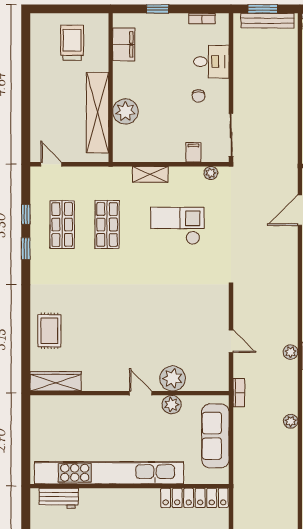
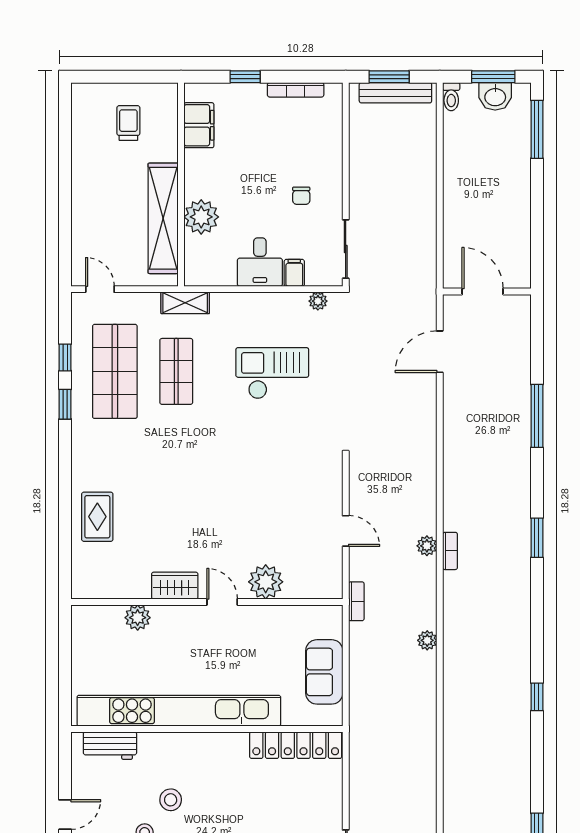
bookcase: (202, 18) -> (296, 90), width x1.56
trolley: (72, 43) -> (128, 123), width x0.73, depth x0.72
desk: (211, 62) -> (260, 262), moved, turned 90
shelving: (150, 174) -> (185, 303), moved
shop shelf: (62, 225) -> (115, 371), width x1.43, depth x1.36
wardrobe: (56, 381) -> (175, 586), moved, width x0.67
plant: (172, 405) -> (138, 618), moved
sofa: (215, 436) -> (324, 672), width x0.73

